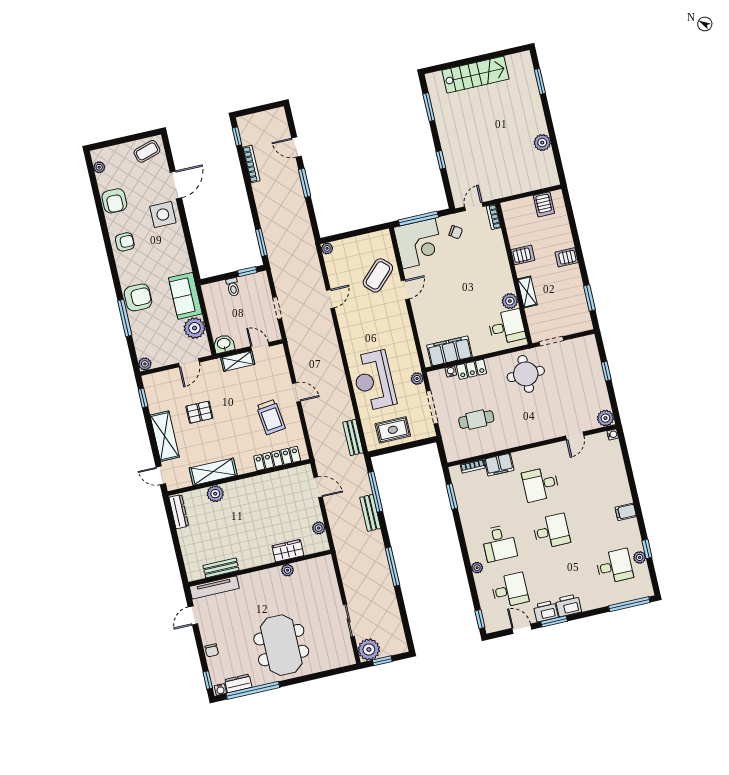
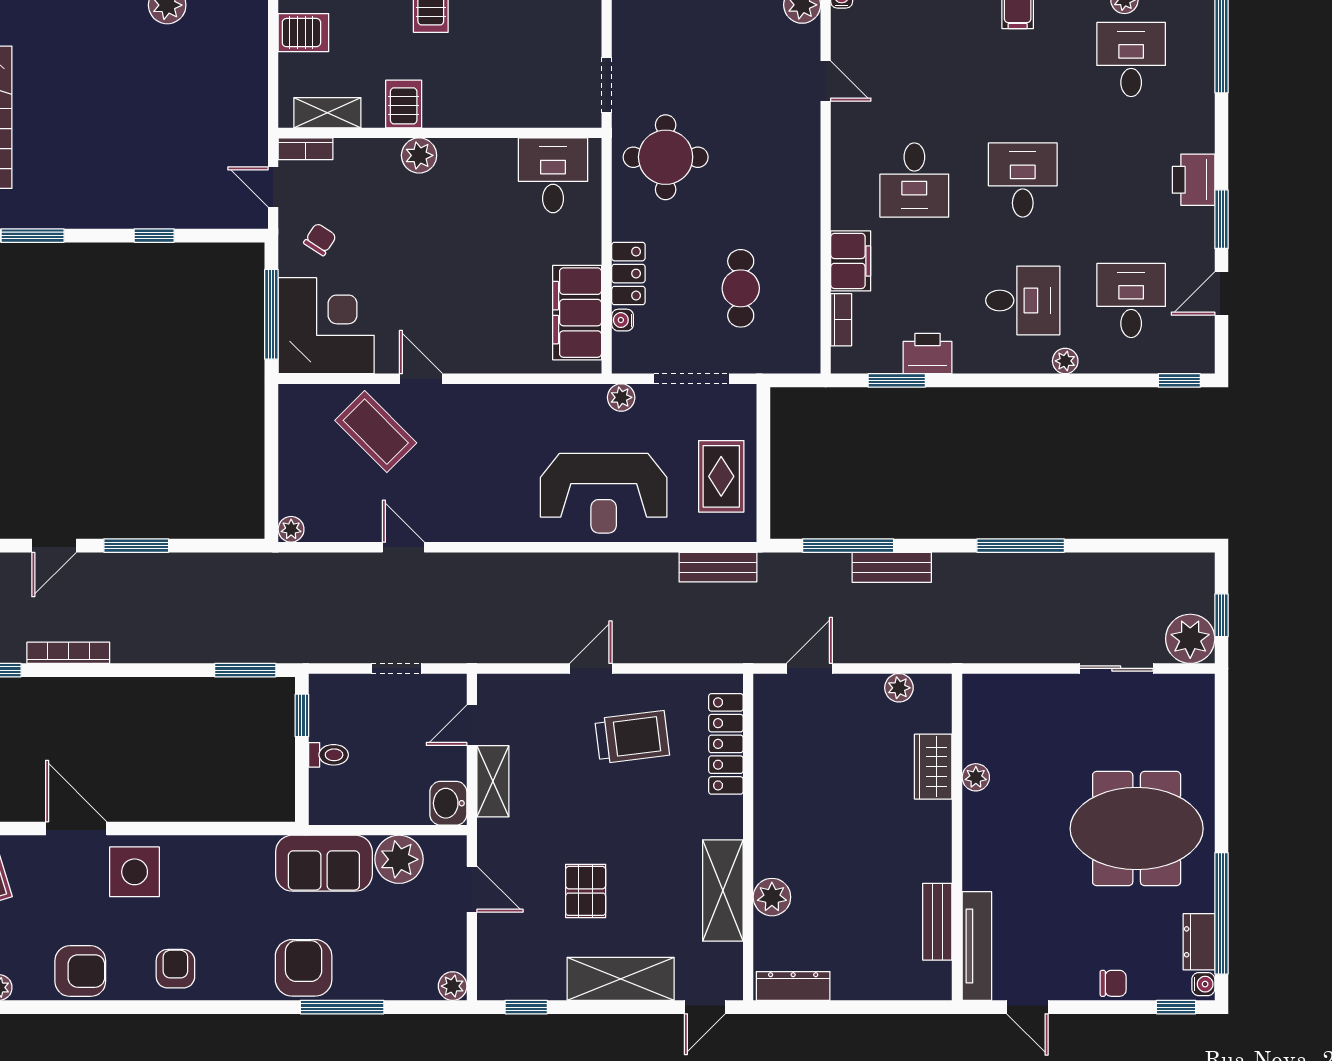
shelving: (527, 292) -> (327, 113), moved
plant: (510, 301) -> (419, 155), moved
printer: (546, 611) -> (928, 354), moved, turned 90

